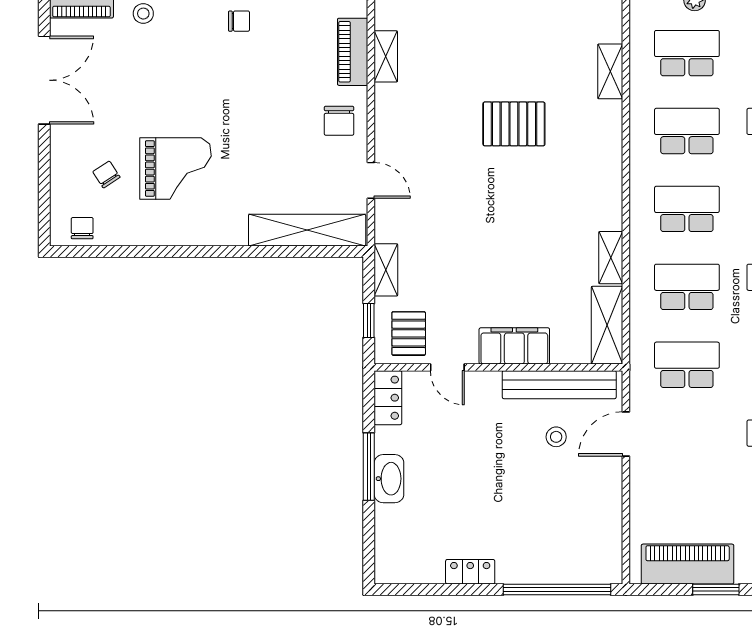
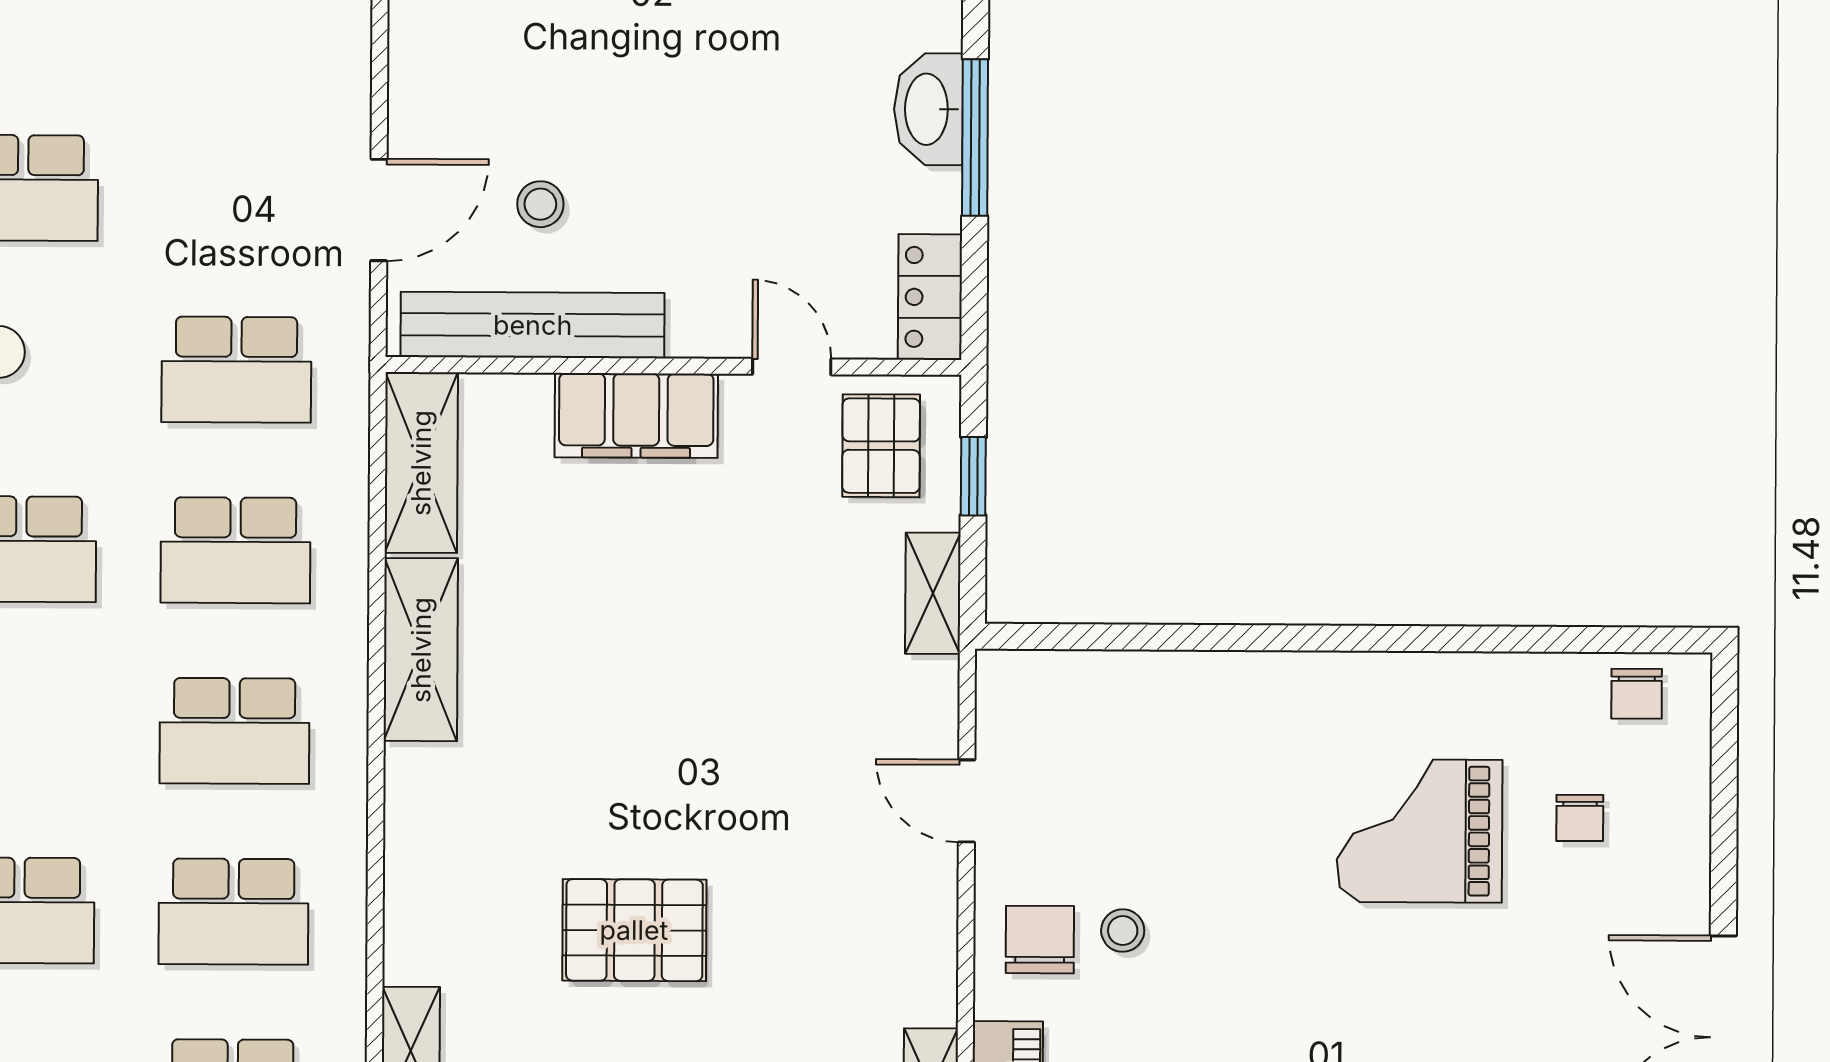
stool: (303, 125) -> (1123, 931), added
chair: (106, 174) -> (1580, 818), turned 33
shelving: (307, 230) -> (1115, 686), removed
shelving: (611, 258) -> (421, 650), width x1.50, depth x1.33

